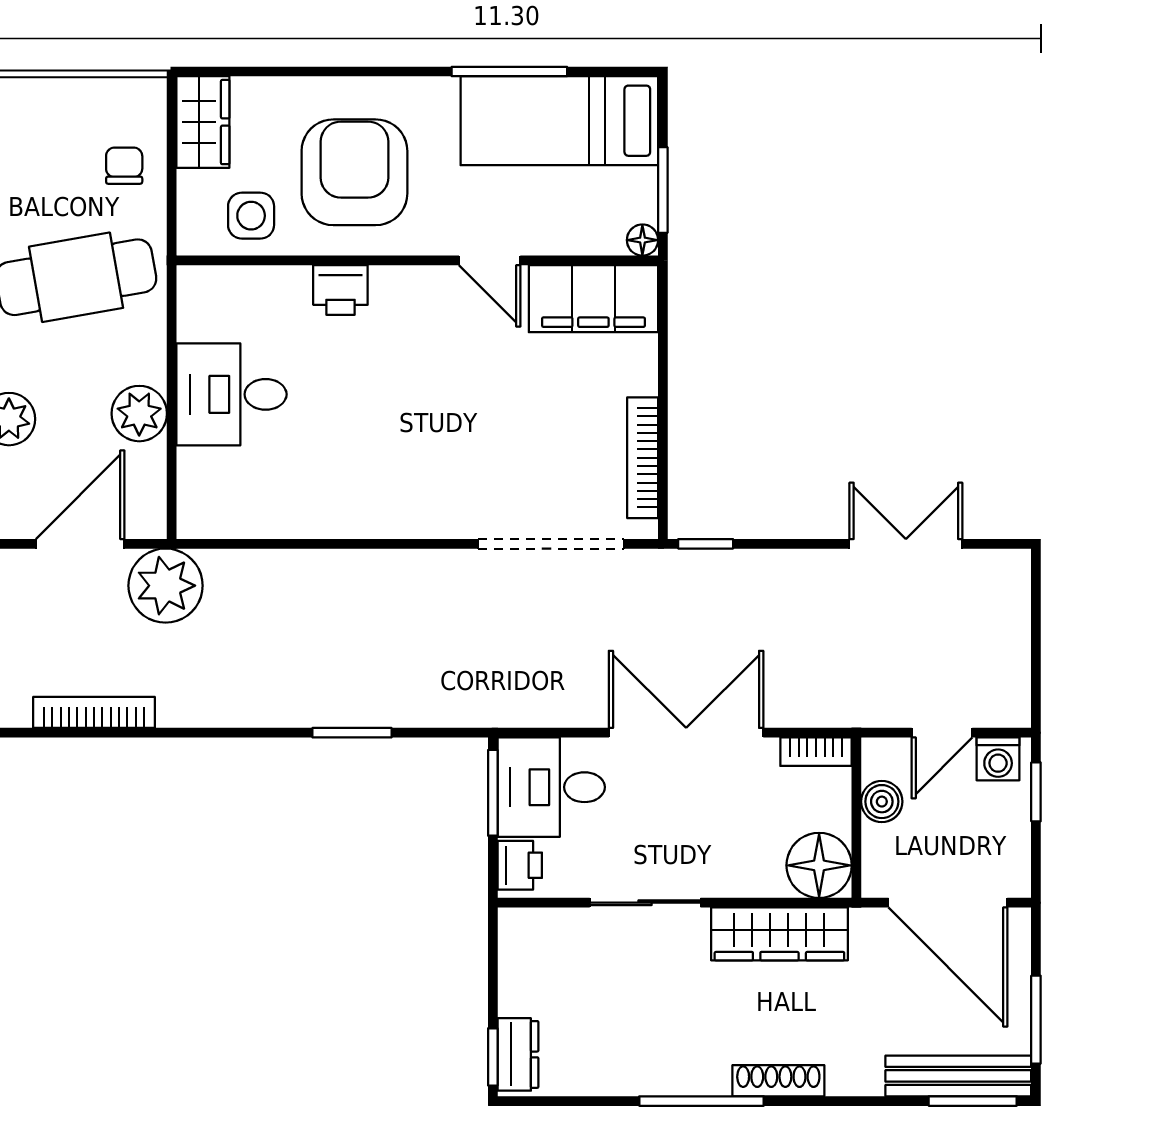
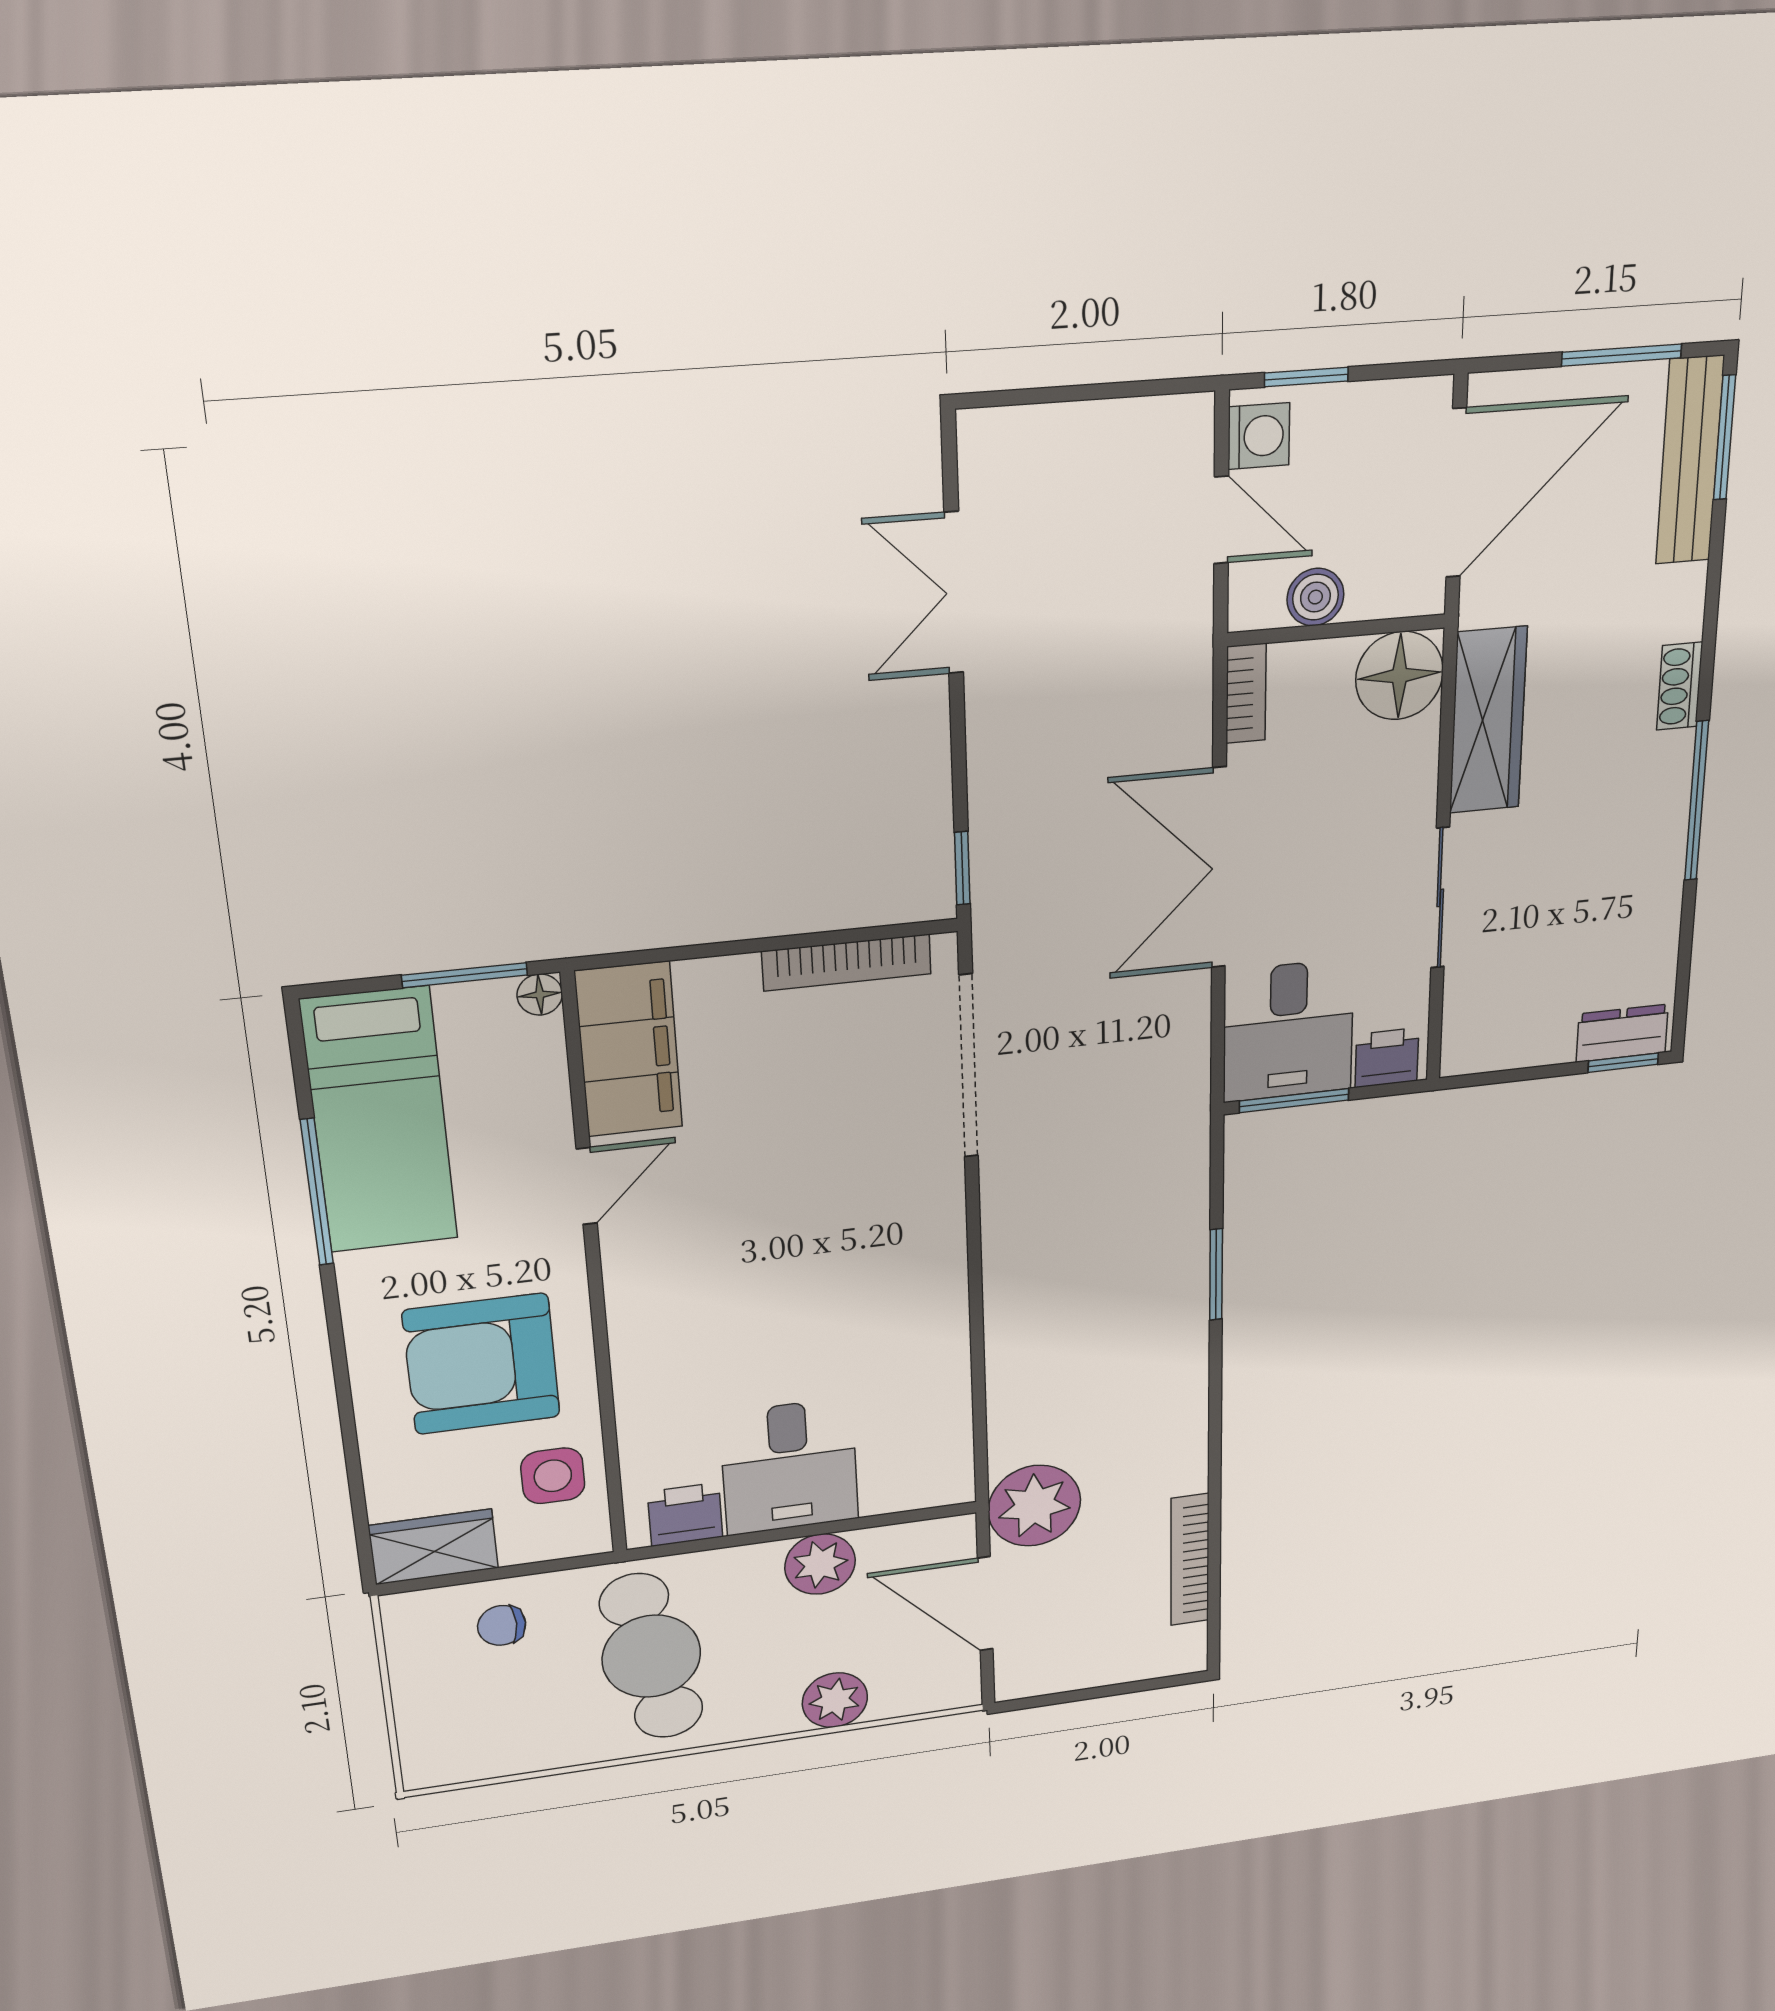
printer: (340, 290) -> (685, 1515), moved, turned -90
shoe rack: (778, 1081) -> (1680, 686), width x0.70

